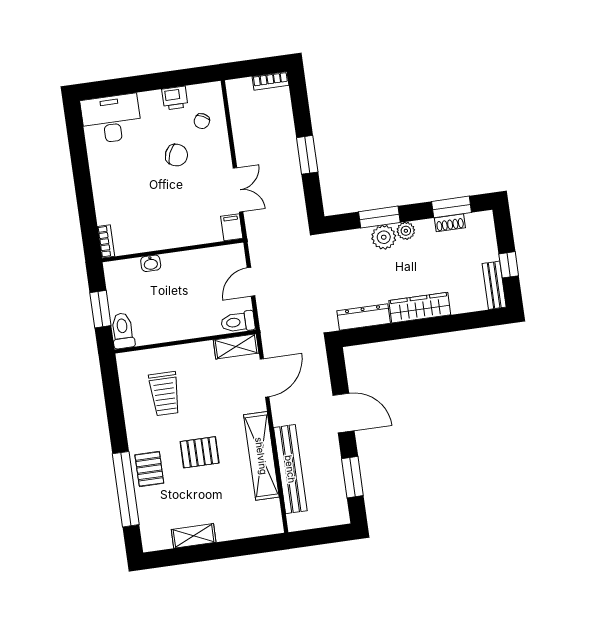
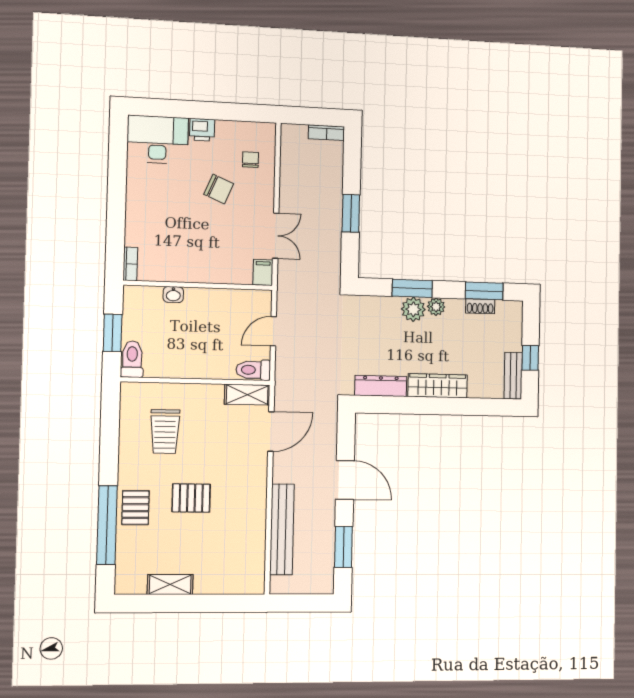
printer: (175, 98) -> (202, 130), moved
chair: (202, 121) -> (250, 160), turned 153
shelving: (261, 456) -> (254, 511), removed

